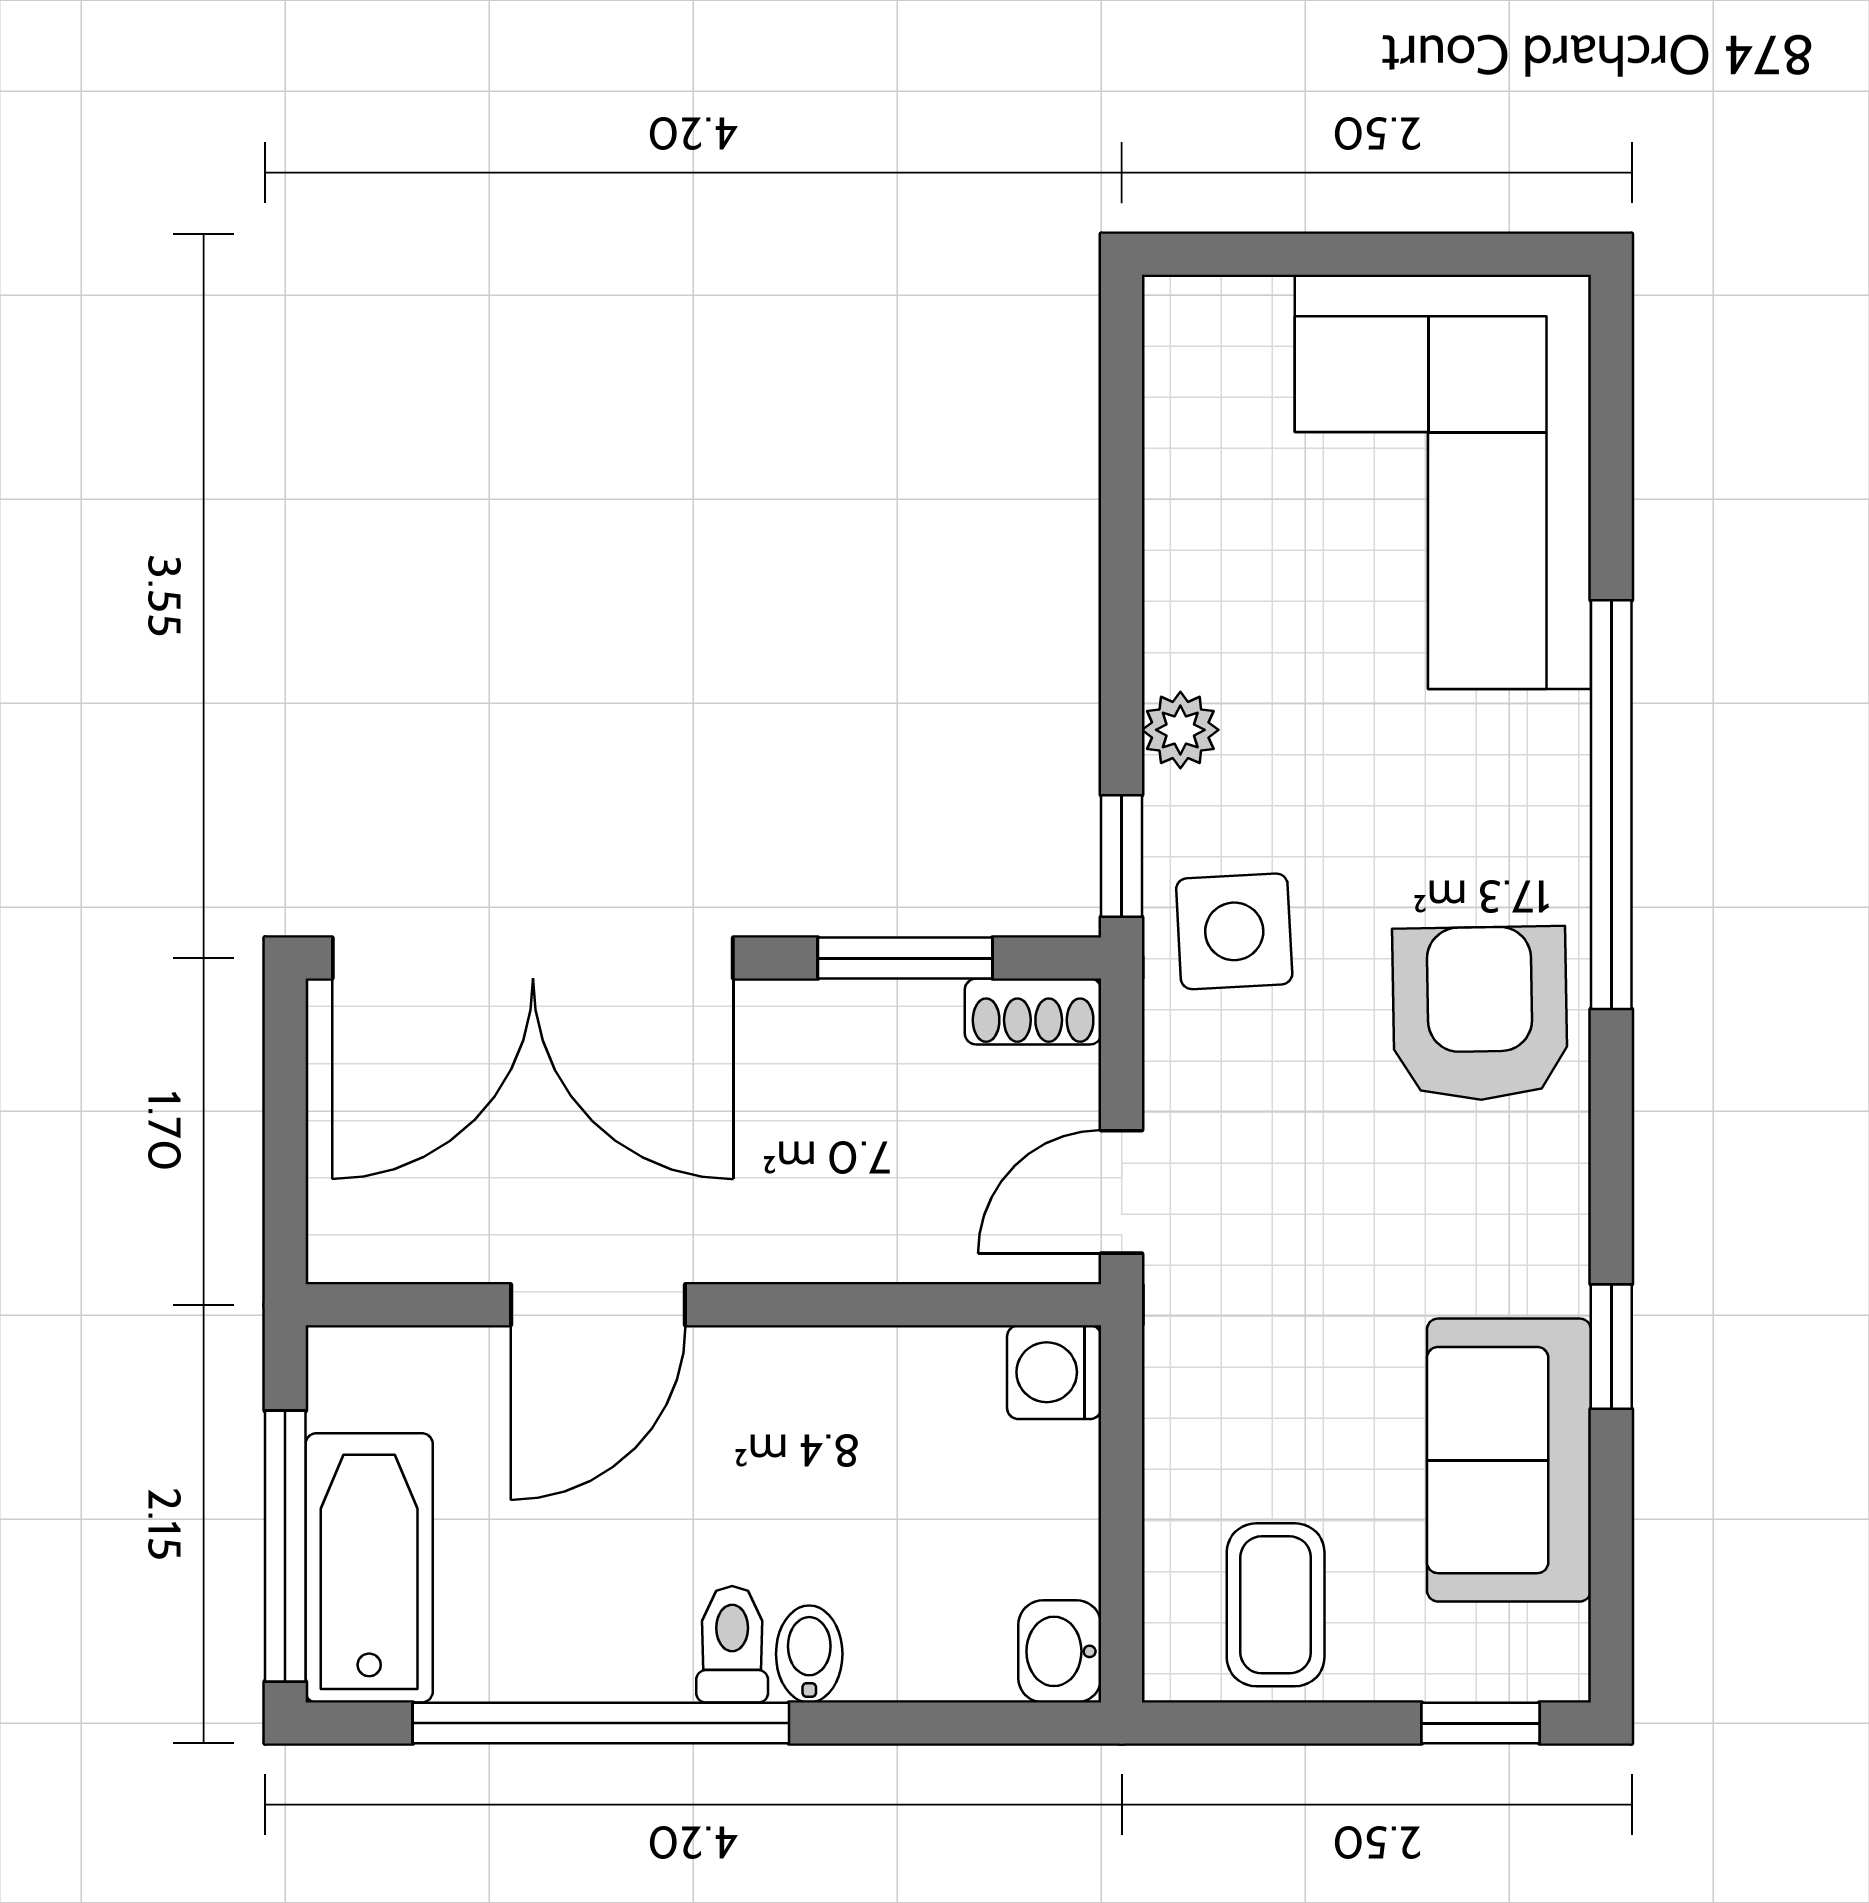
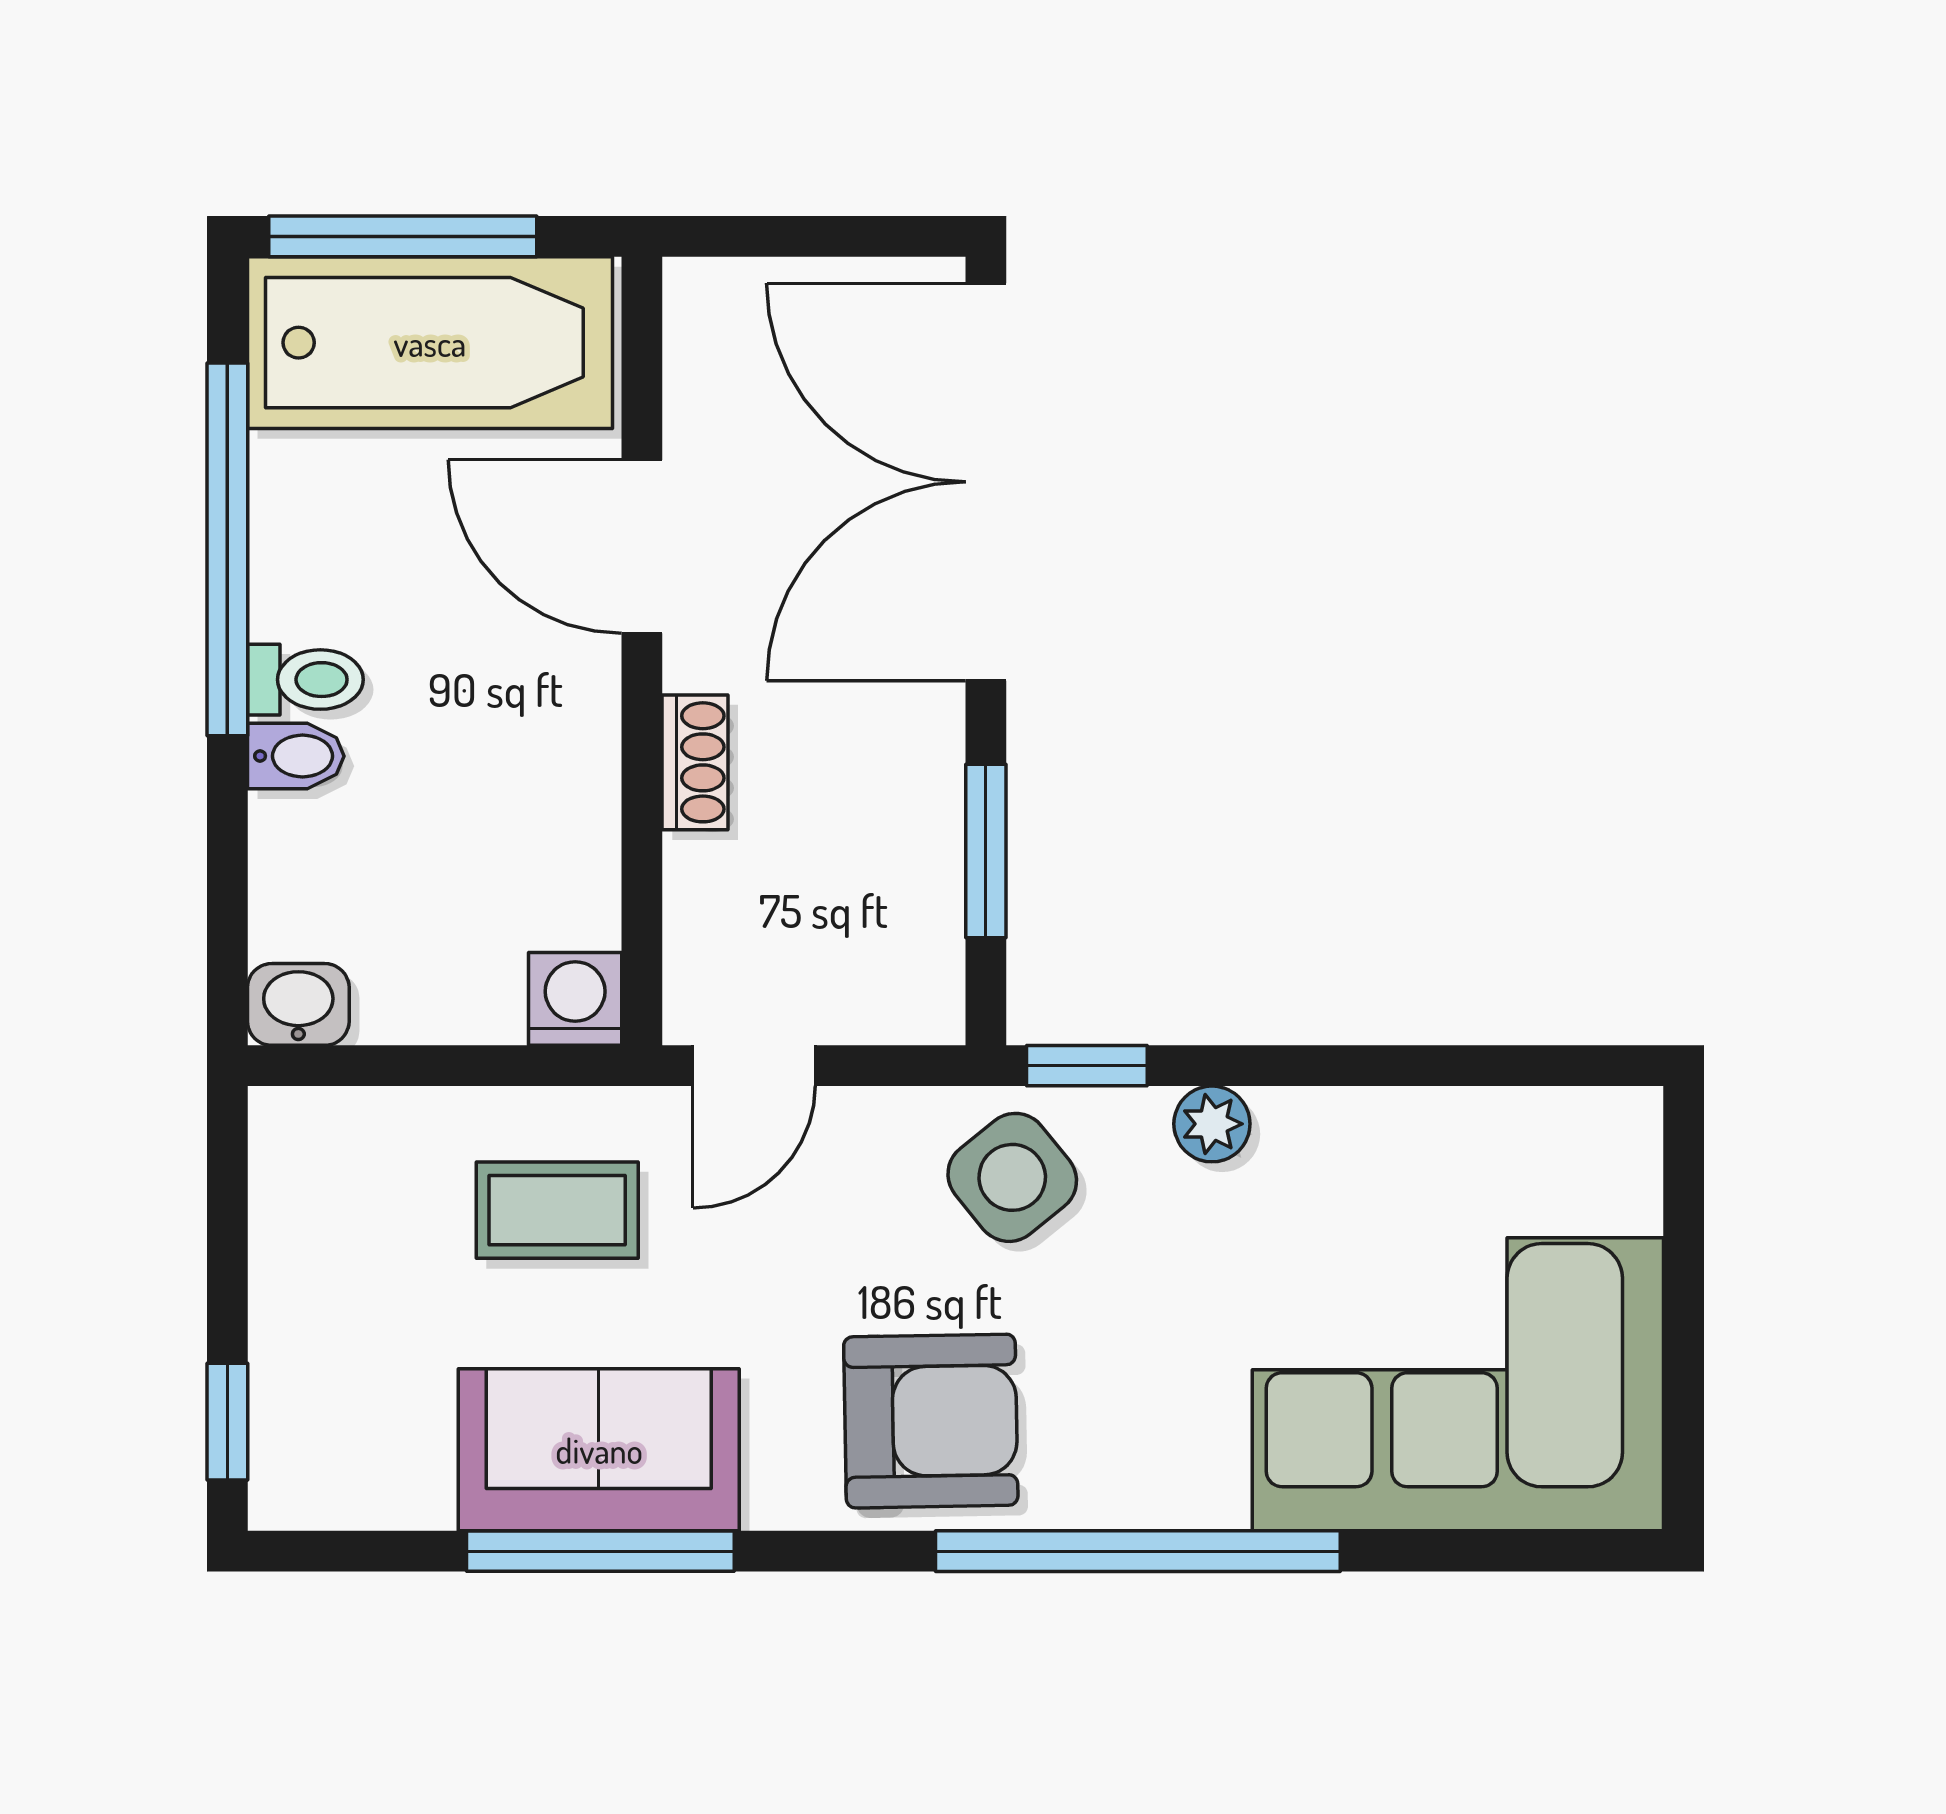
side table: (1234, 931) -> (1012, 1177), turned -36
shoe rack: (1033, 1012) -> (695, 762), moved, turned 180
door: (1122, 1192) -> (754, 1066), swing flipped
window: (1611, 1347) -> (600, 1551), width x2.17
sofa: (1509, 1460) -> (599, 1450), moved
bathtub: (369, 1568) -> (430, 343), width x1.36, depth x1.36
coffee table: (1276, 1605) -> (557, 1210), moved

